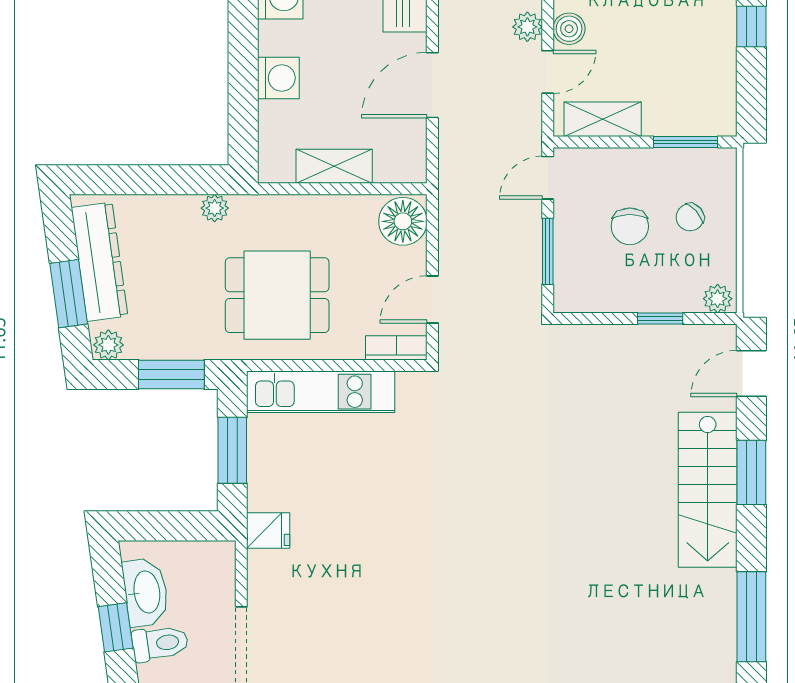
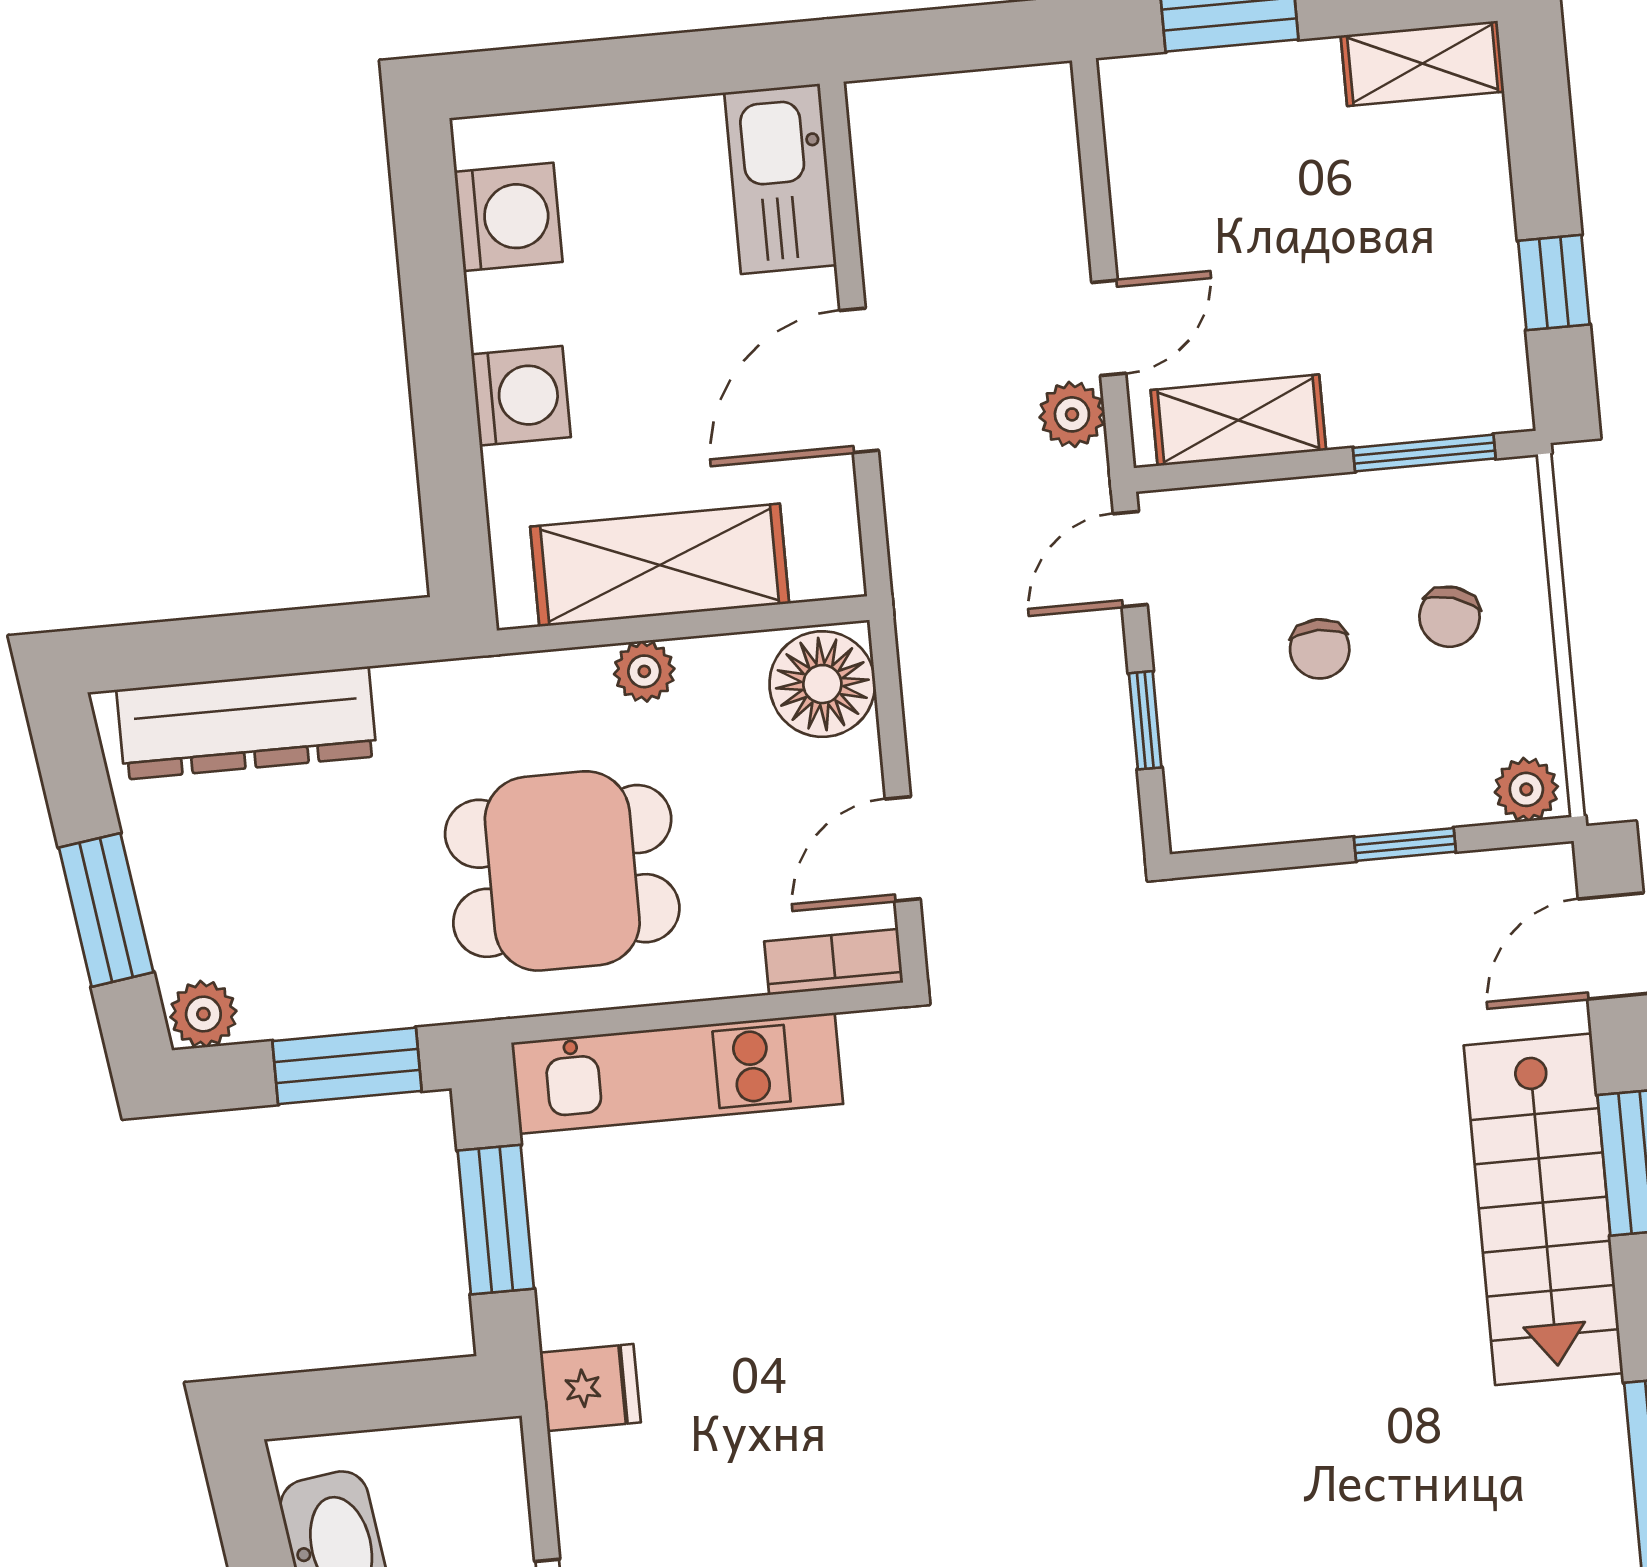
window: (751, 26) -> (1554, 283), moved
plant: (527, 27) -> (1072, 414), moved
boiler: (569, 29) -> (1147, 229), removed
shelving: (334, 166) -> (660, 565), width x1.50, depth x1.33
plant: (215, 208) -> (644, 671), moved
chair: (690, 217) -> (1450, 617), turned -32
chair: (630, 226) -> (1320, 649), width x0.73, depth x0.73
window: (548, 251) -> (1145, 720), width x0.67
dresser: (100, 262) -> (247, 723), moved, turned 98

